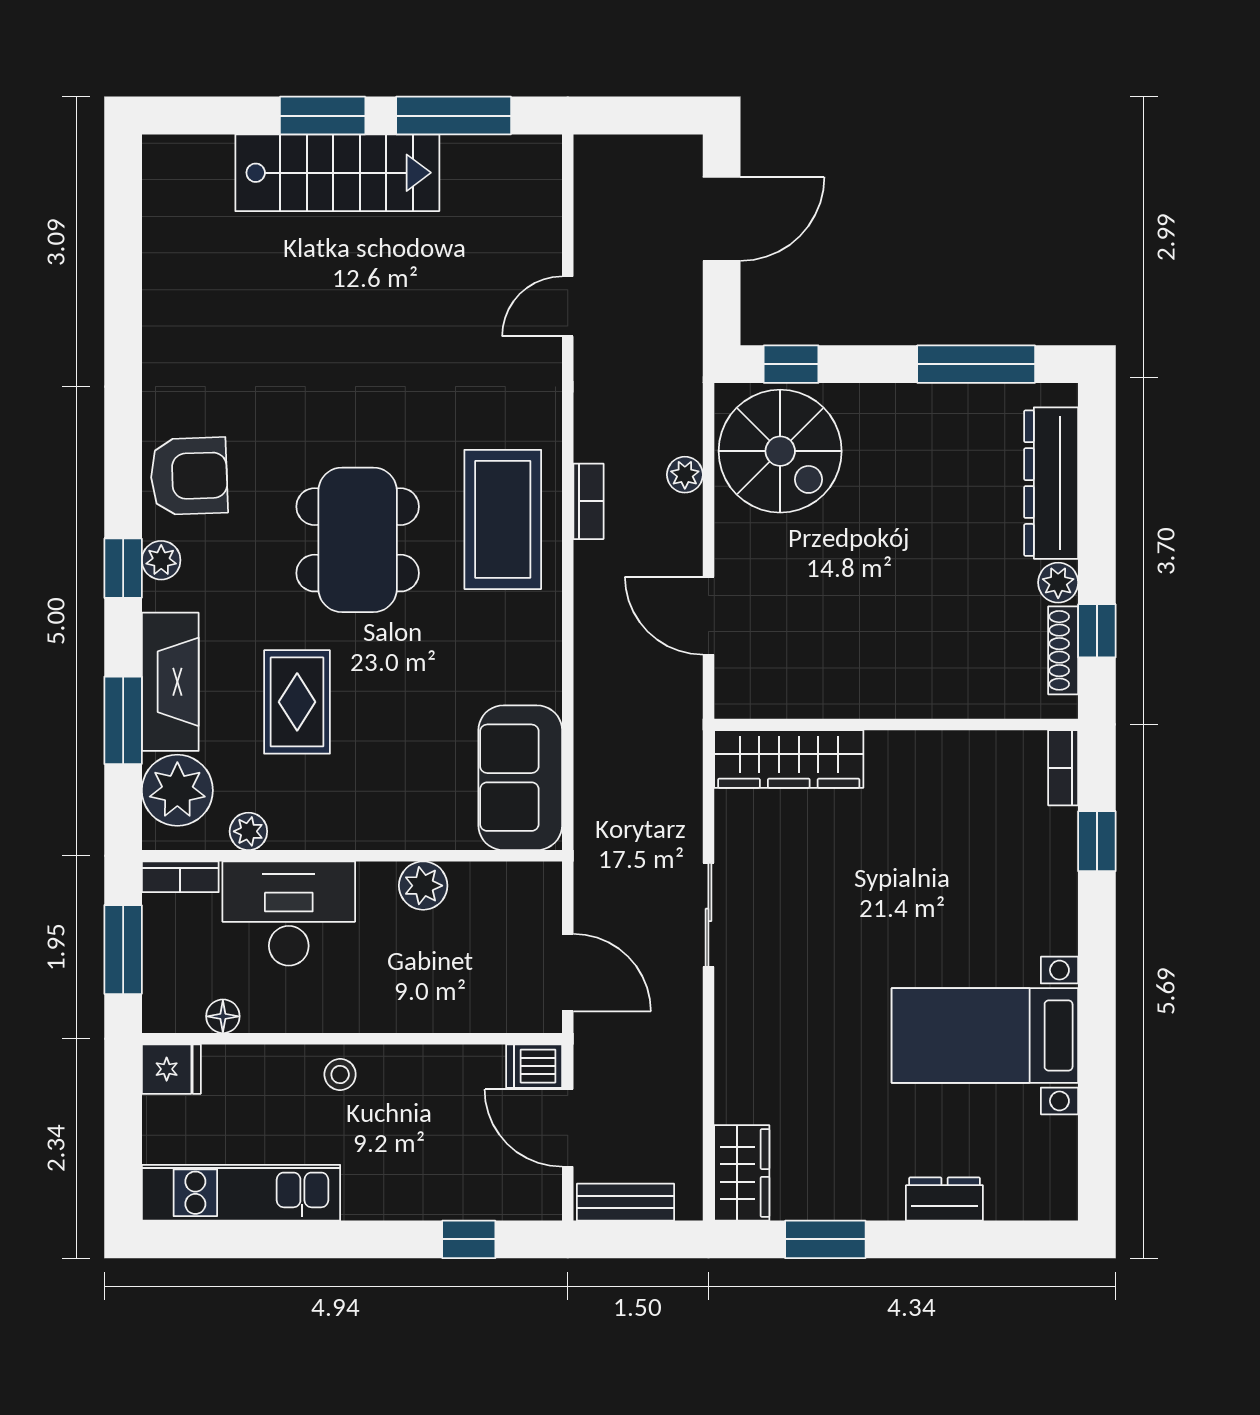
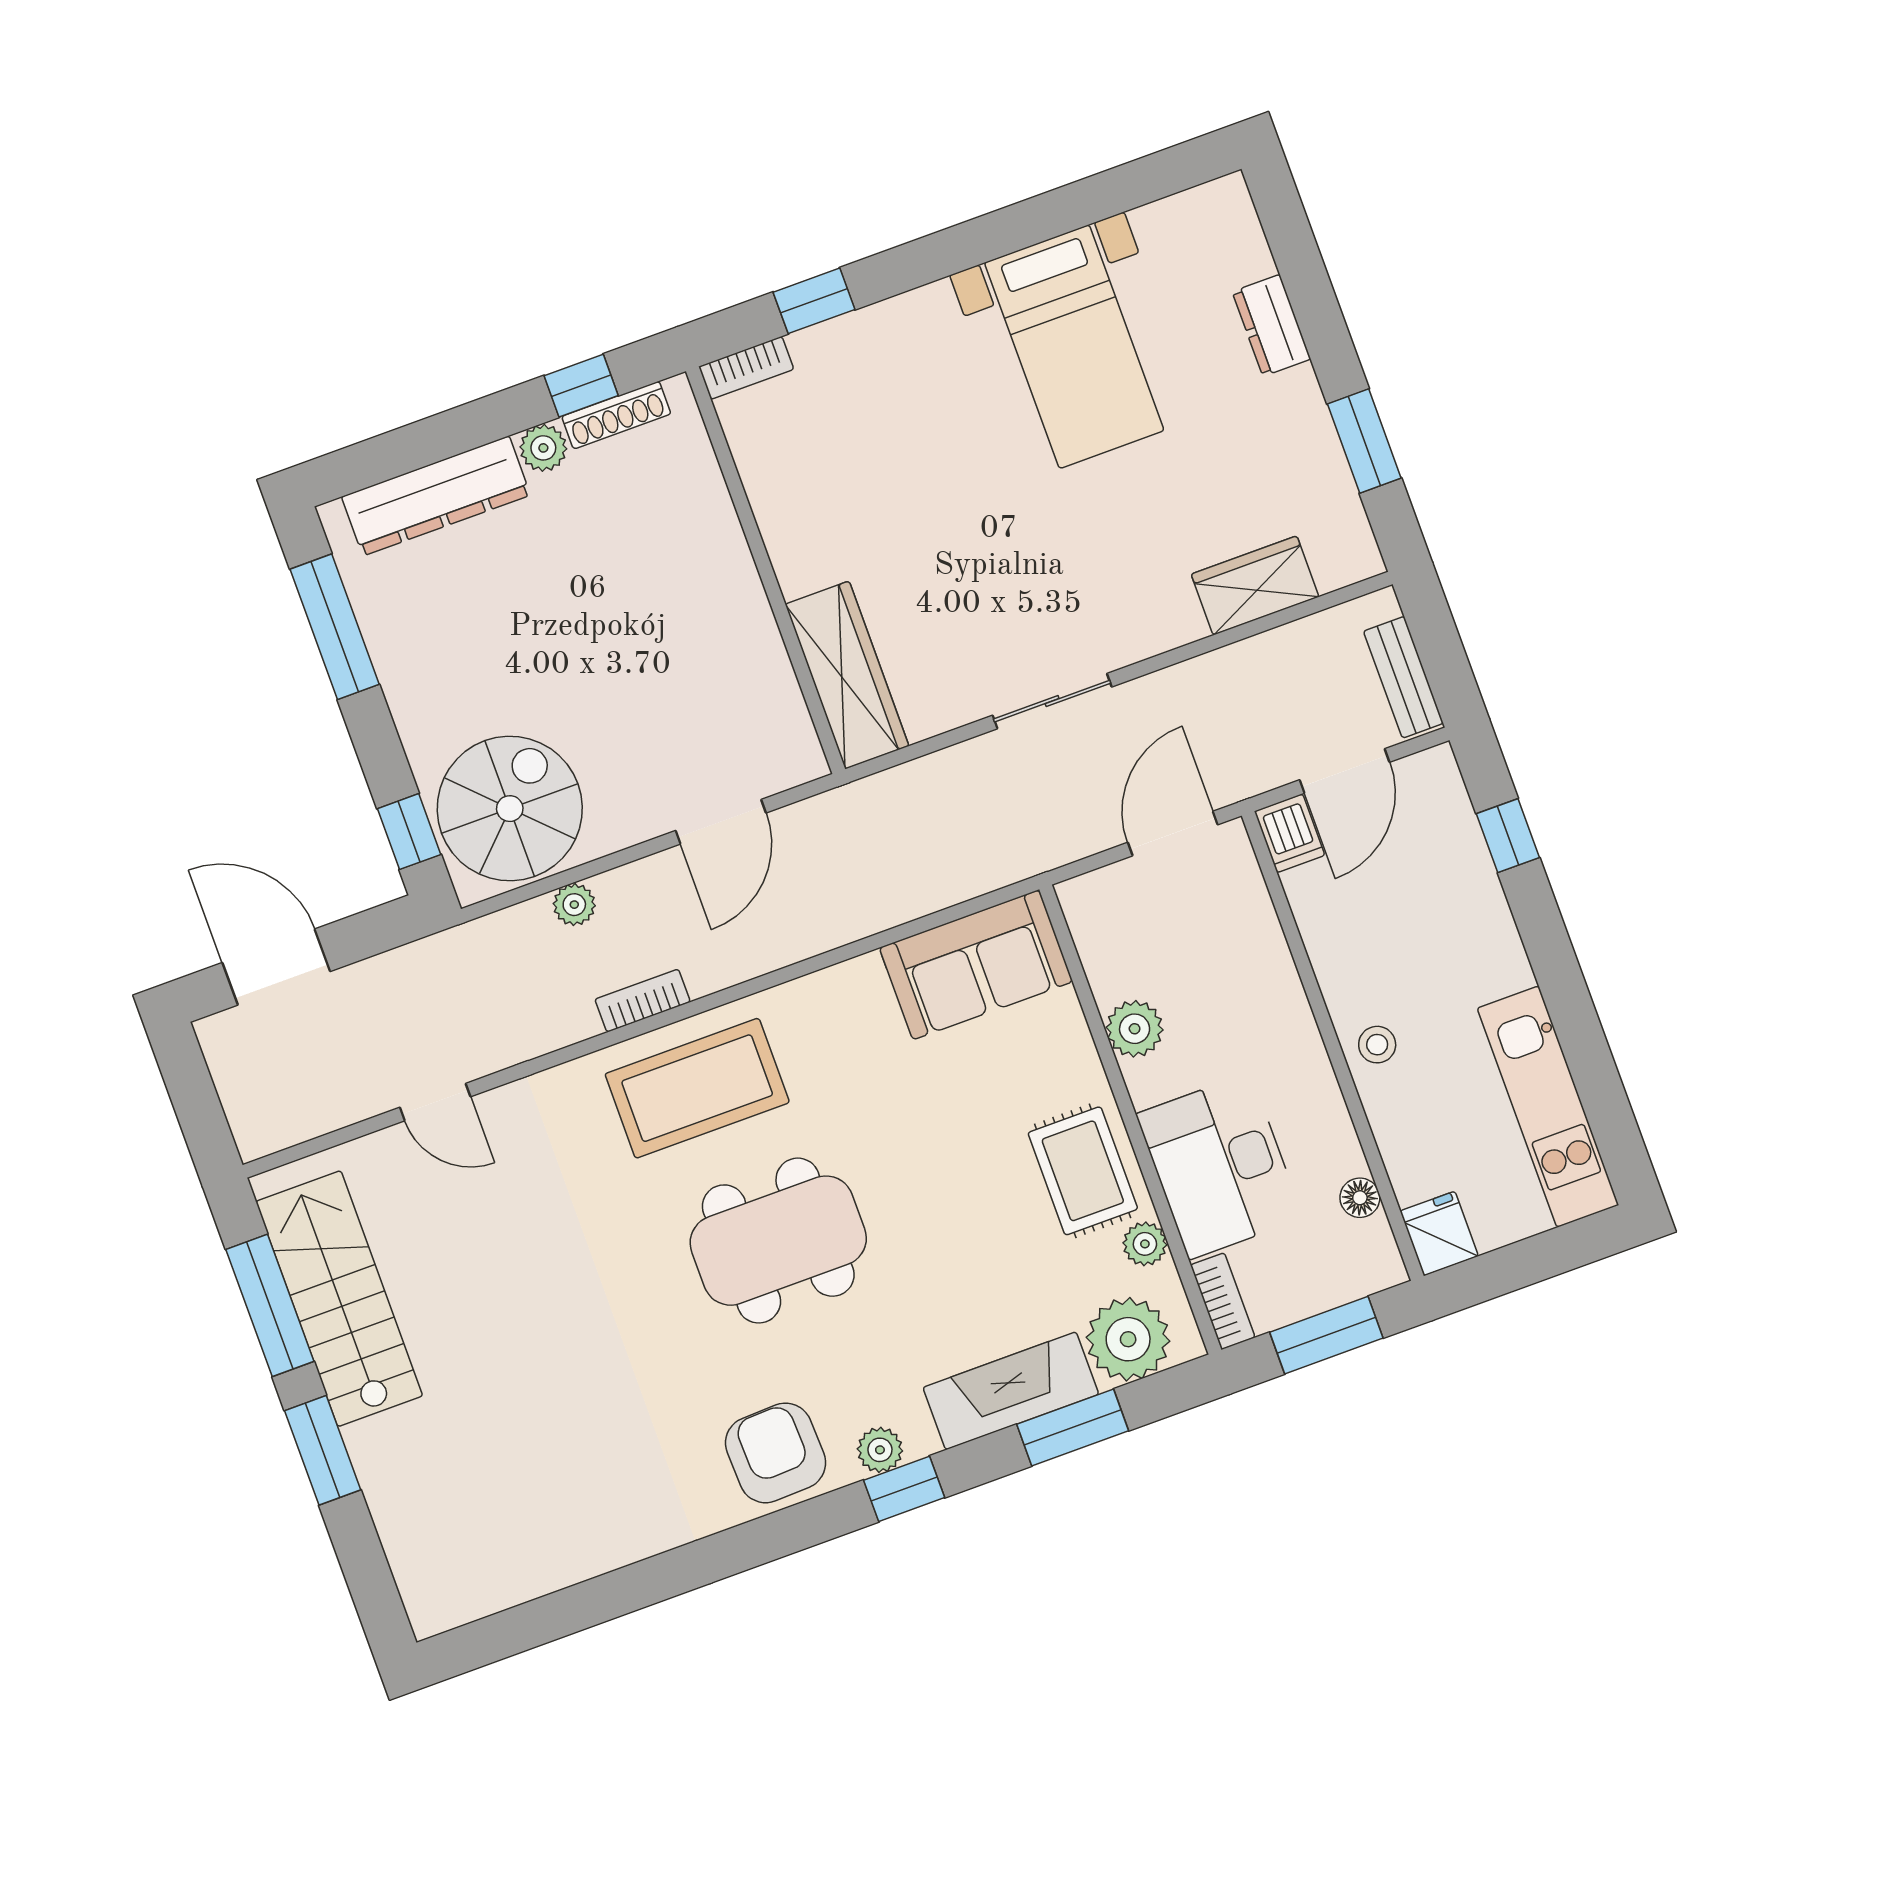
stairs: (337, 173) -> (339, 1299), moved
rug: (297, 702) -> (1083, 1171), moved, turned 90
wardrobe: (742, 1173) -> (1255, 585), moved

